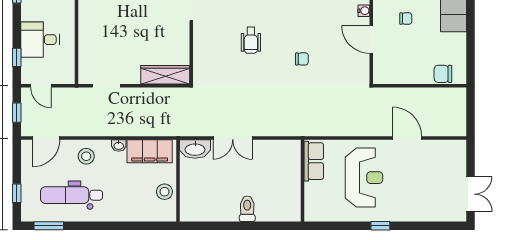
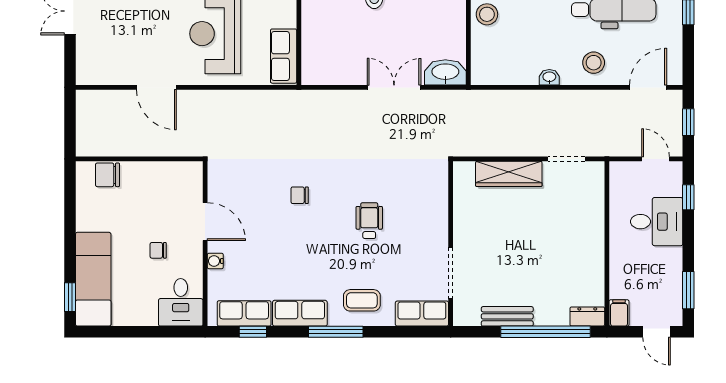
chair: (443, 74) -> (107, 175), turned 180
wardrobe: (165, 75) -> (509, 174), moved
filing cabinet: (150, 151) -> (507, 69), removed

